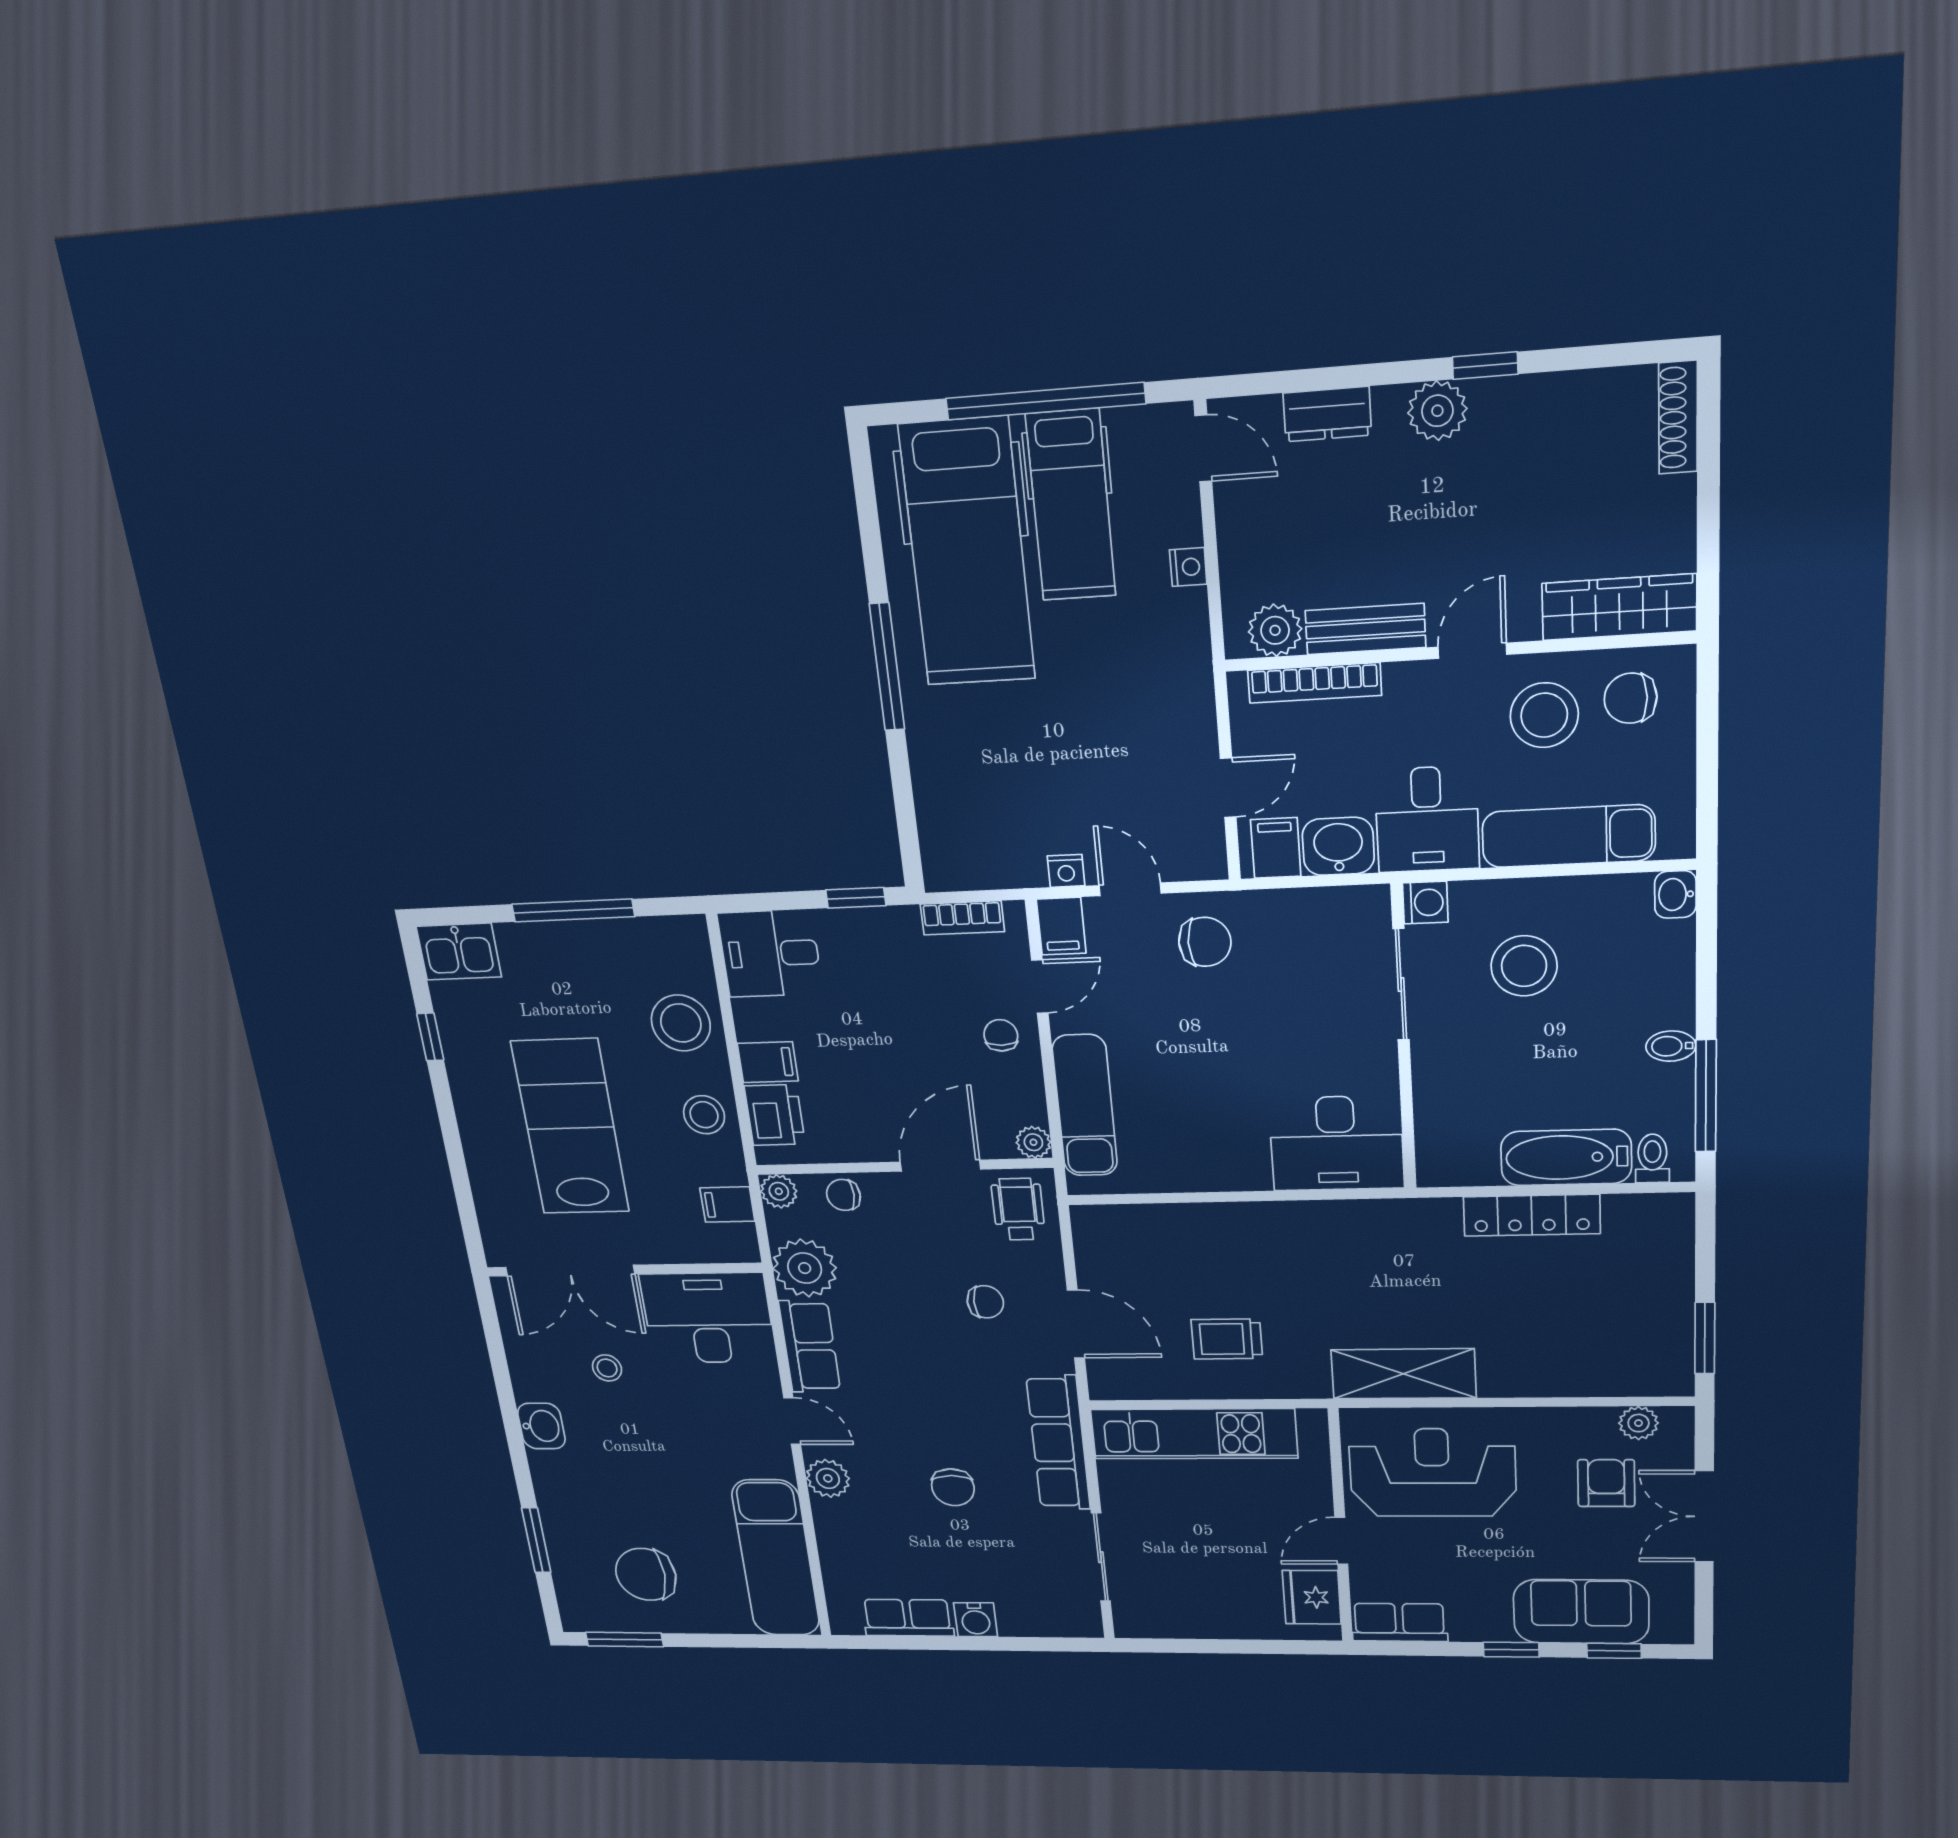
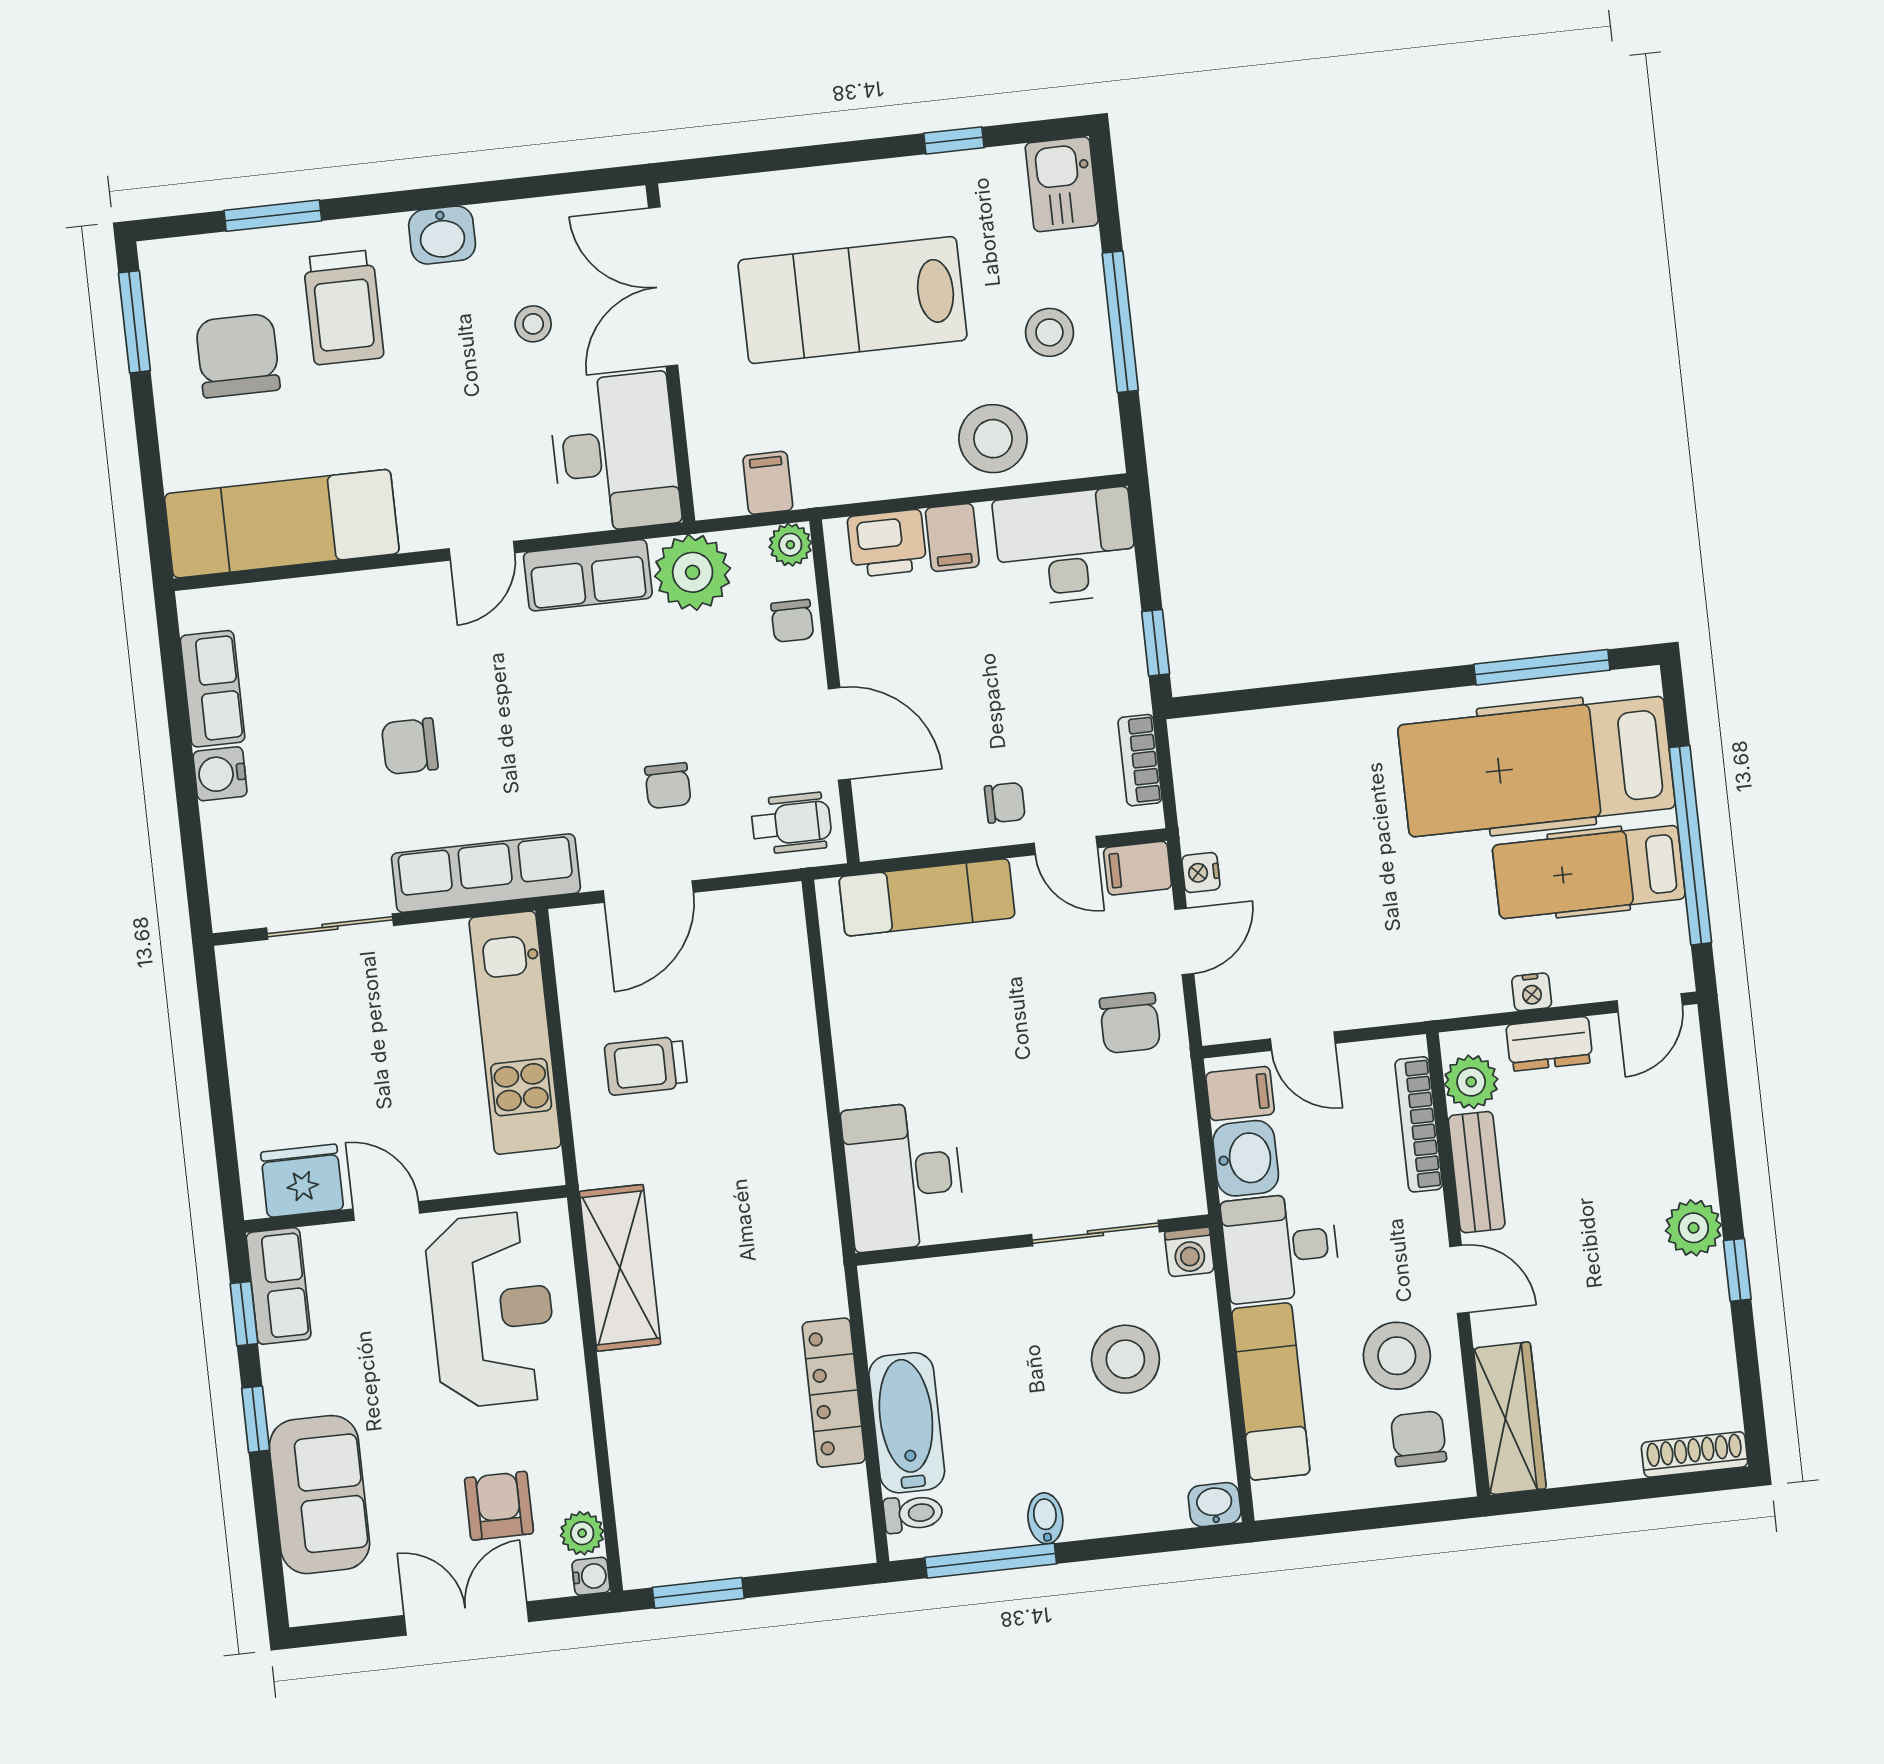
dresser: (1327, 414) -> (1549, 1044), moved, turned -90
window: (887, 667) -> (1542, 667), moved
desk: (770, 954) -> (1065, 547), width x1.37
stool: (704, 1115) -> (1049, 332), moved
lab bench: (570, 1127) -> (852, 300), turned 180
plant: (1033, 1142) -> (877, 840), removed
chair: (843, 1195) -> (792, 621), turned 180
trolley: (1227, 1339) -> (646, 1066), turned -90
water cooler: (1679, 1420) -> (591, 1576), added
plant: (828, 1478) -> (405, 593), removed
armchair: (1606, 1483) -> (499, 1506), turned -90
trolley: (604, 1500) -> (343, 308), added
window: (1614, 1651) -> (244, 1314), moved

